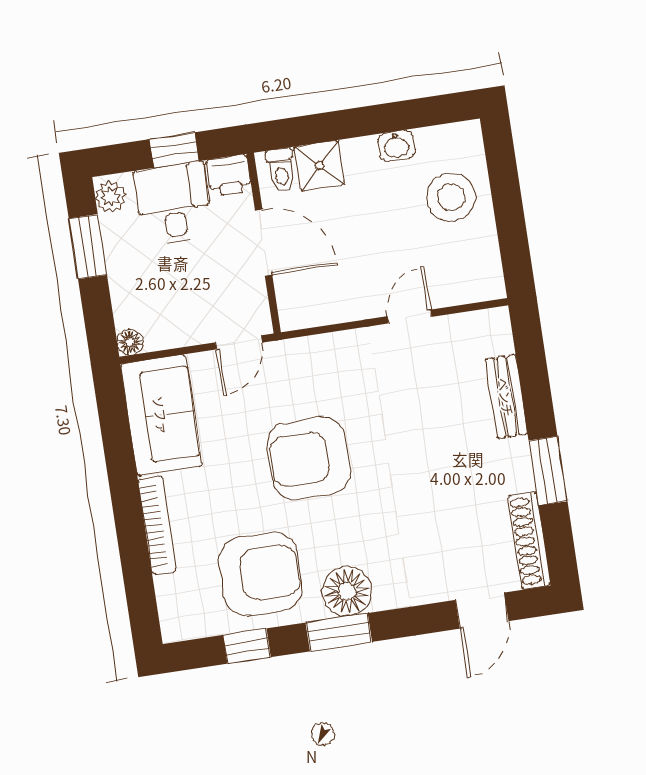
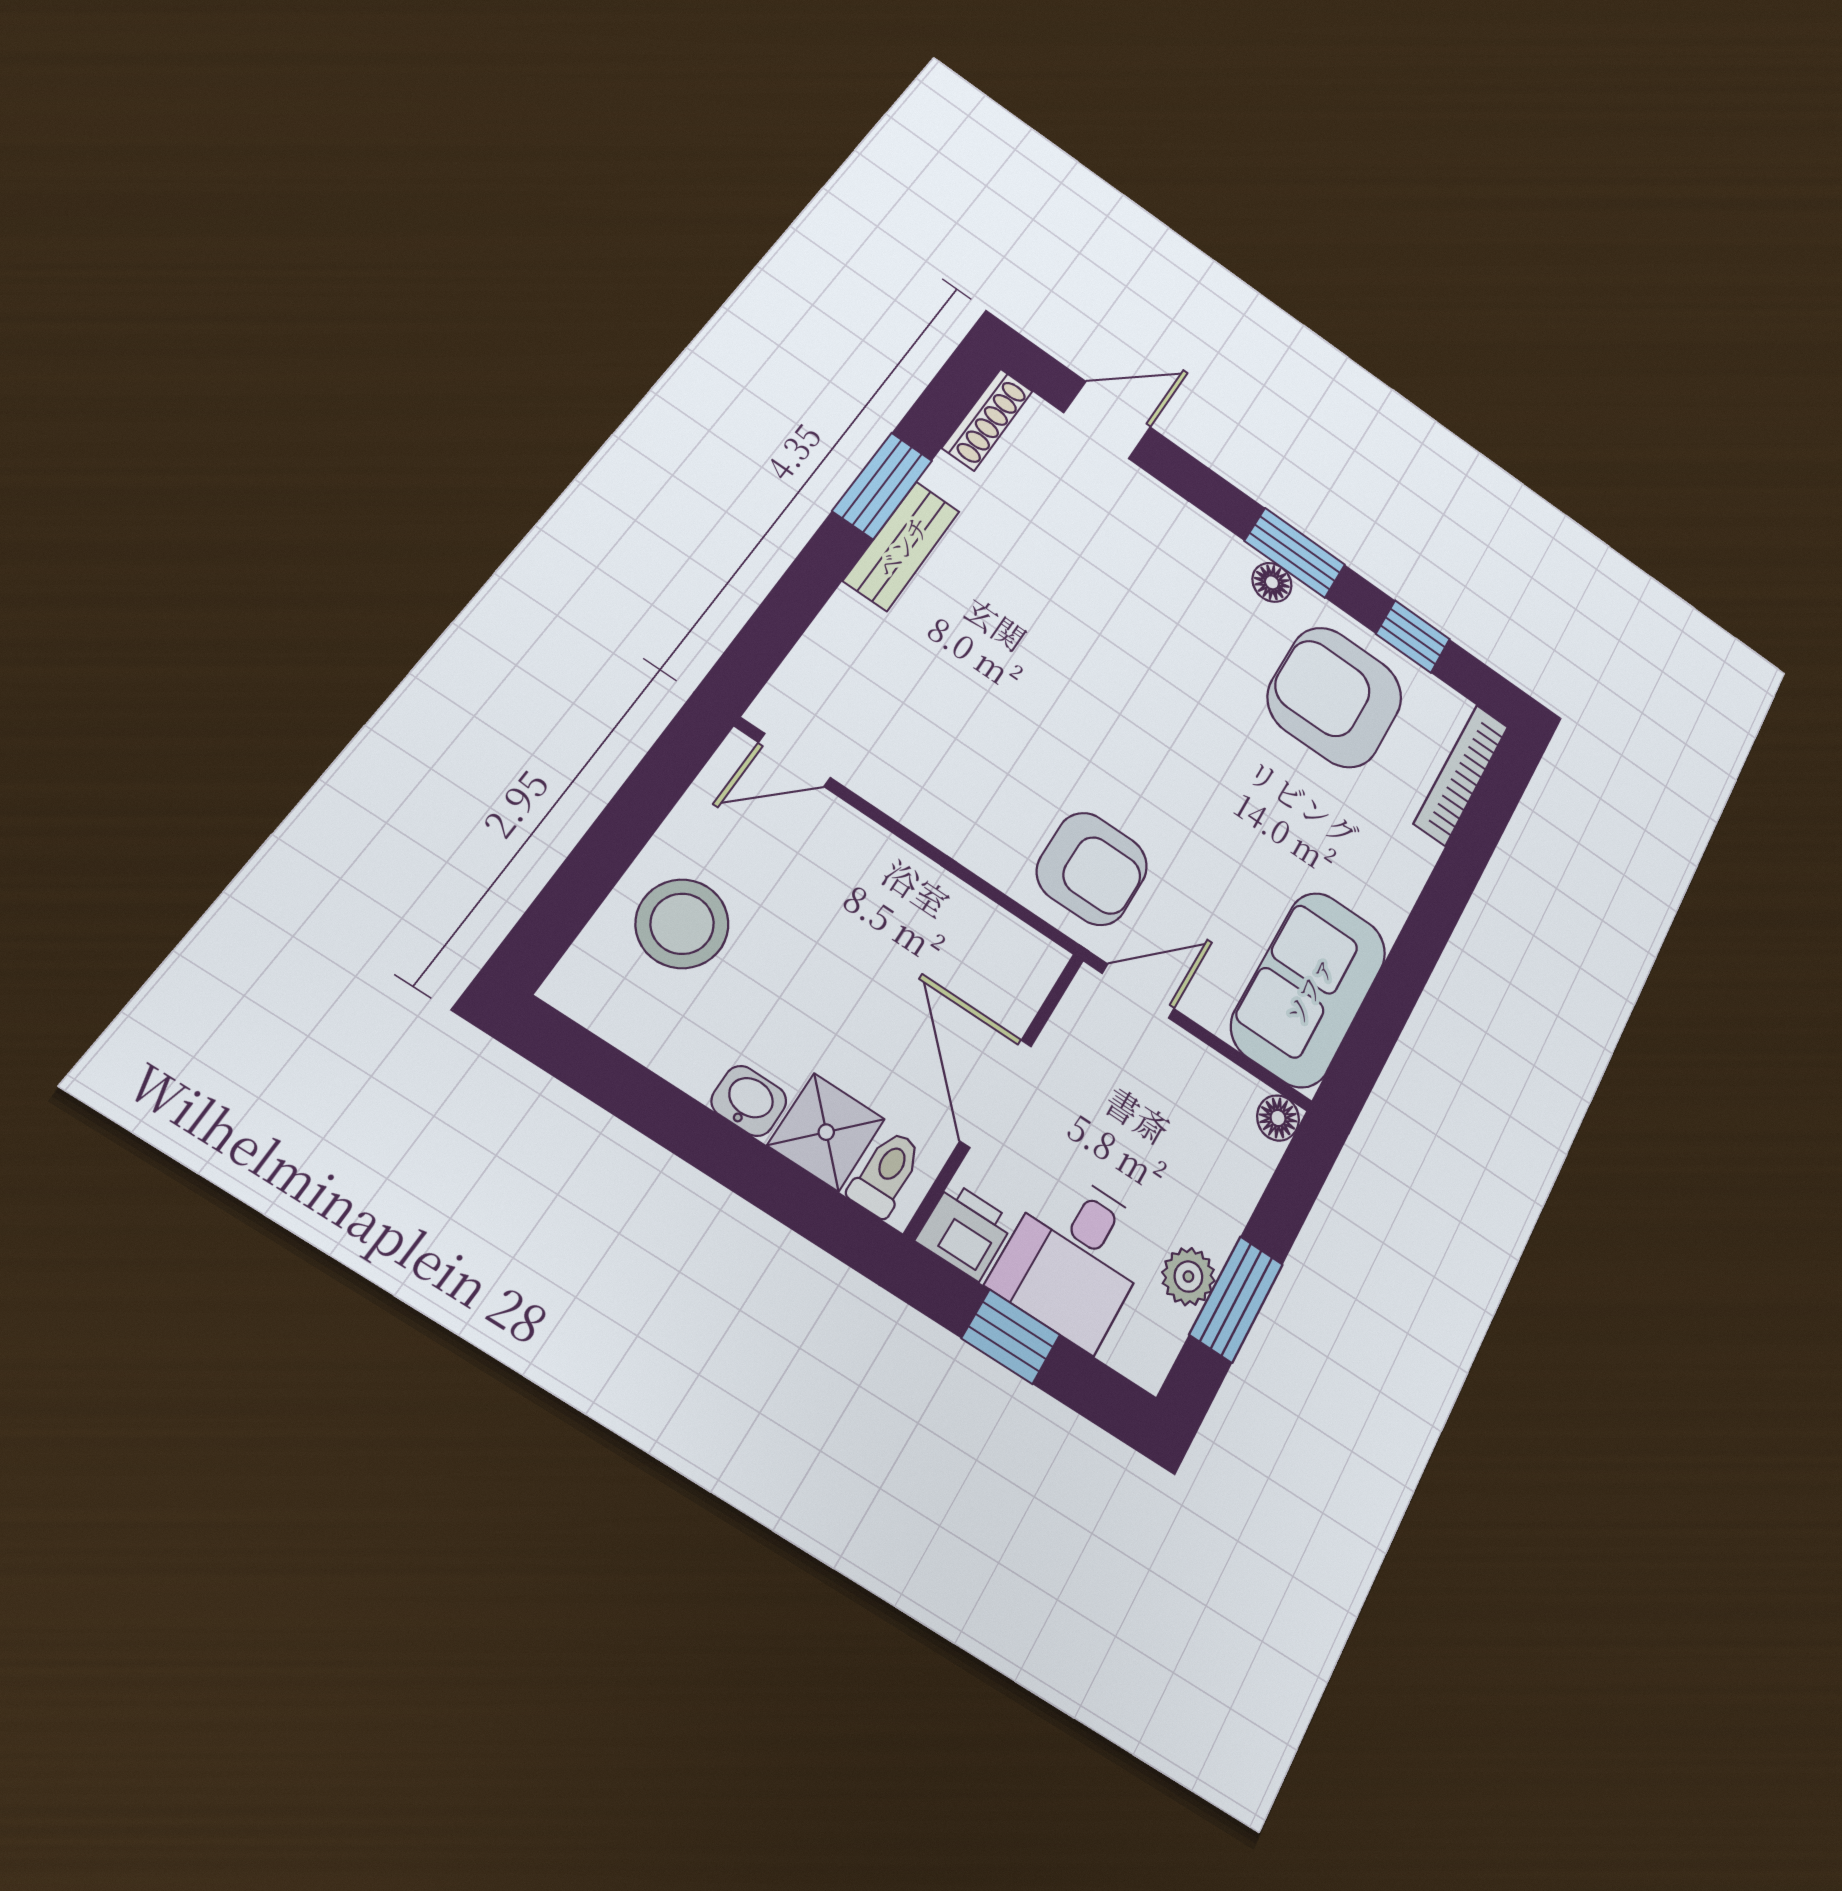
washbasin: (396, 146) -> (749, 1101), moved
plant: (111, 197) -> (1188, 1277), moved
door: (410, 317) -> (794, 760), moved
bench: (506, 397) -> (902, 546), moved
armchair: (309, 458) -> (1092, 869), moved, width x0.73, depth x0.73
bookcase: (157, 525) -> (1461, 775), moved
shoe rack: (529, 541) -> (988, 419), width x0.74, depth x0.81
floor lamp: (347, 591) -> (1272, 582), width x0.53, depth x0.53

